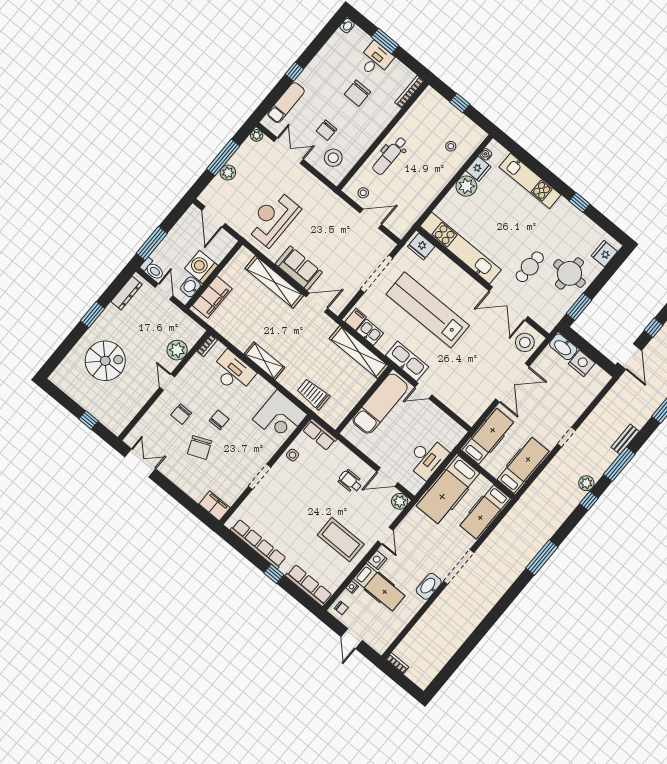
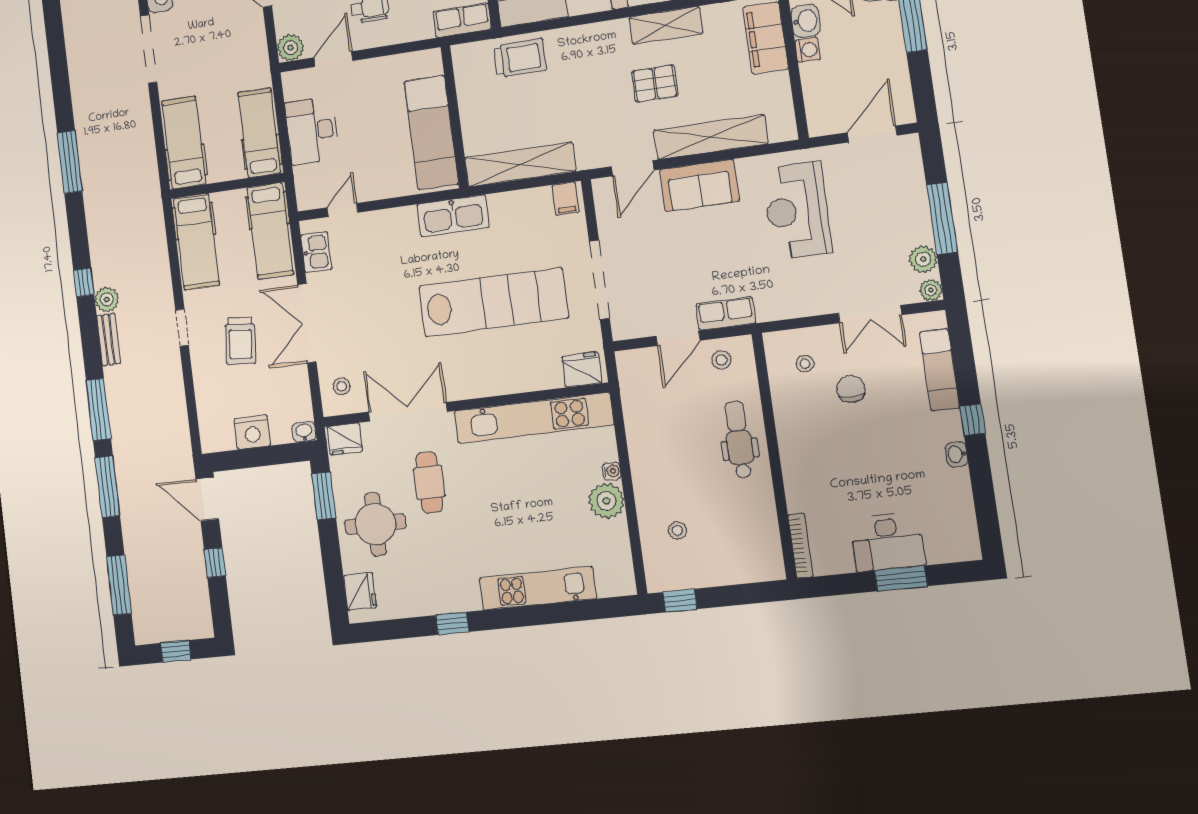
washbasin: (347, 26) -> (957, 454), moved
desk: (375, 60) -> (887, 542), width x1.37
chair: (357, 93) -> (863, 476), removed
window: (460, 103) -> (680, 601), moved
water cooler: (486, 154) -> (612, 471), moved
stool: (333, 158) -> (805, 364), width x0.53, depth x0.53
fridge: (478, 169) -> (345, 439), moved, turned -90
plant: (228, 173) -> (923, 259), moved
row of seats: (342, 209) -> (726, 314), added
door: (214, 217) -> (872, 134), hinge flipped
reception desk: (273, 218) -> (797, 211), turned 180
washing machine: (201, 267) -> (808, 50), width x0.53, depth x0.53
pallet: (273, 326) -> (655, 84), added
kitchen sink: (370, 332) -> (316, 252), moved, turned -90
stool: (525, 342) -> (342, 386), width x0.53, depth x0.53
washbasin: (563, 347) -> (304, 432), width x0.52, depth x0.69
shelving: (264, 361) -> (666, 25), moved
door: (423, 391) -> (342, 210), moved
trolley: (547, 405) -> (240, 341), added
bench: (625, 439) -> (109, 340), moved
window: (619, 464) -> (98, 409), moved
hospital bed: (448, 489) -> (259, 133), width x0.73, depth x0.78

